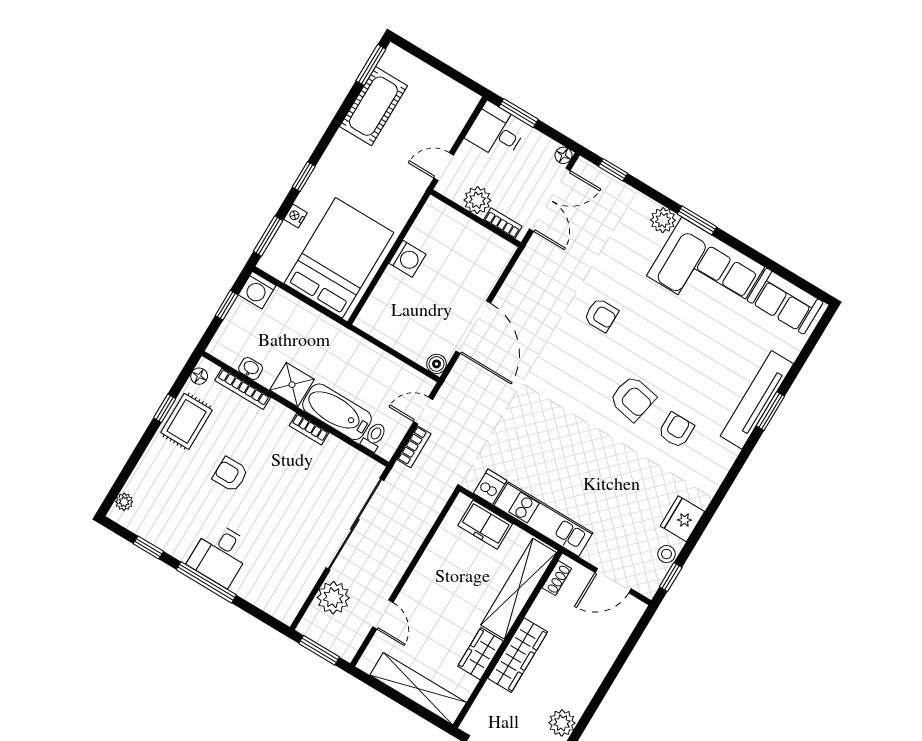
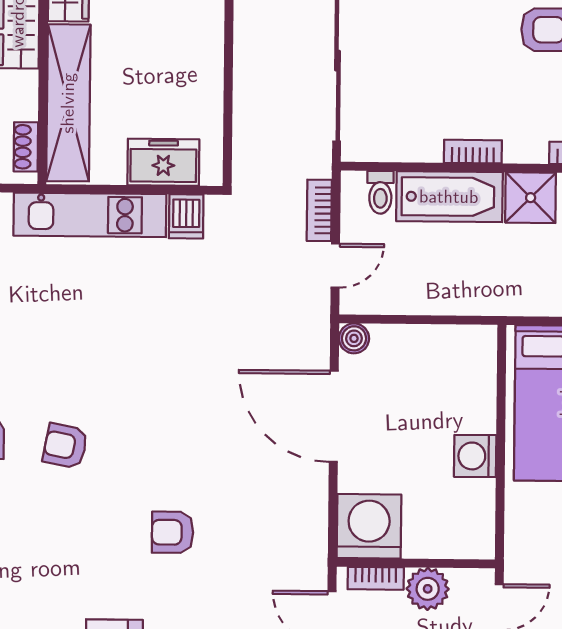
washing machine: (490, 254) -> (369, 526), added
armchair: (633, 398) -> (65, 446), width x0.72, depth x0.72

